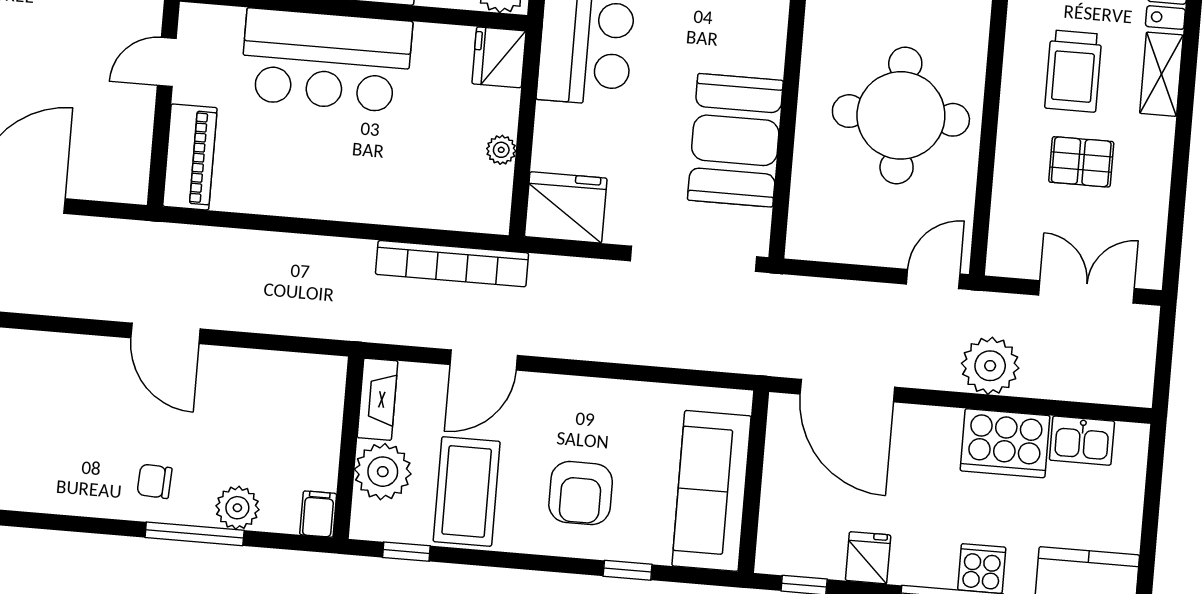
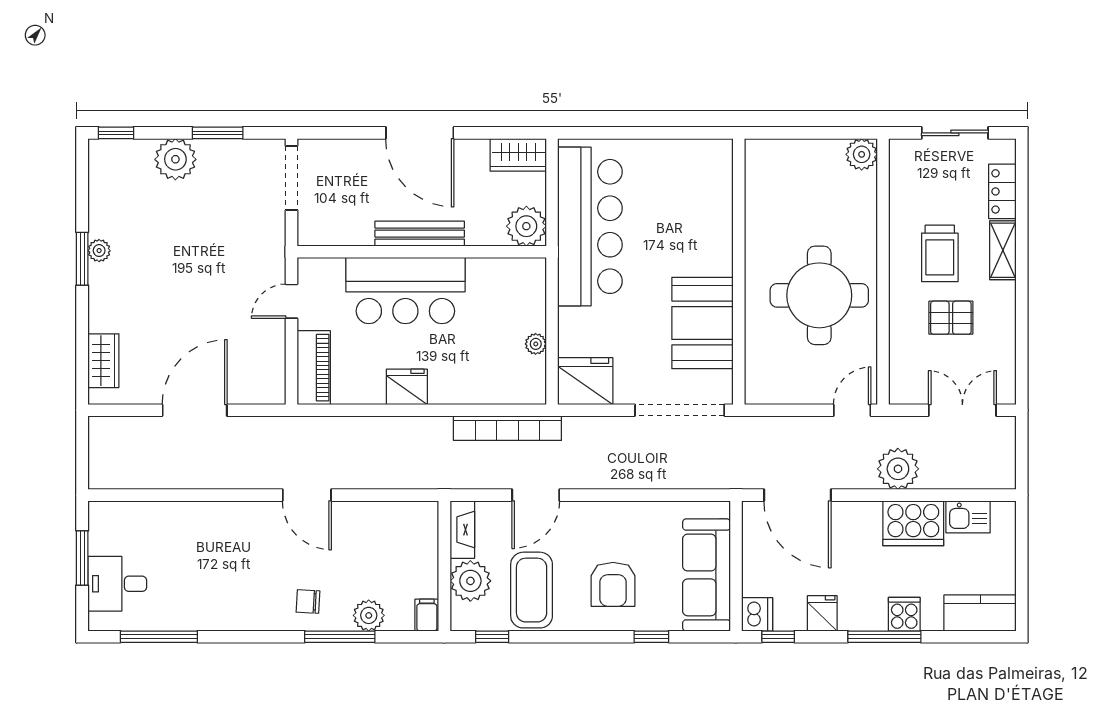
fridge: (499, 57) -> (407, 387), moved, turned 90
dishwasher: (777, 552) -> (757, 614), added

